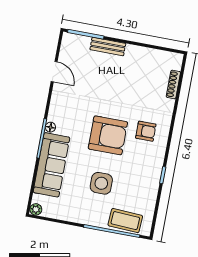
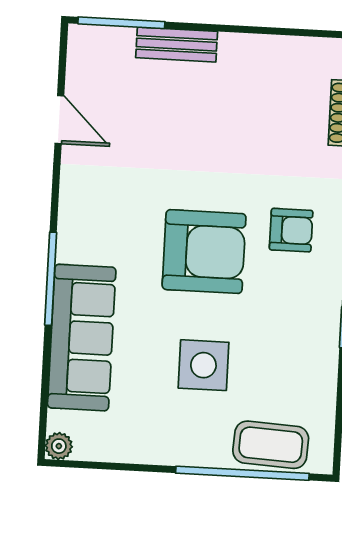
floor lamp: (50, 127) -> (68, 250), removed

